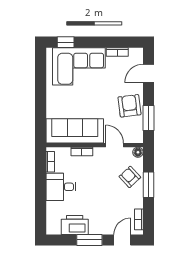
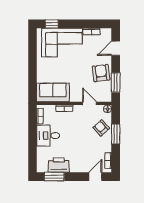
sofa: (75, 131) -> (53, 92), width x0.73
window: (89, 240) -> (54, 177), moved

